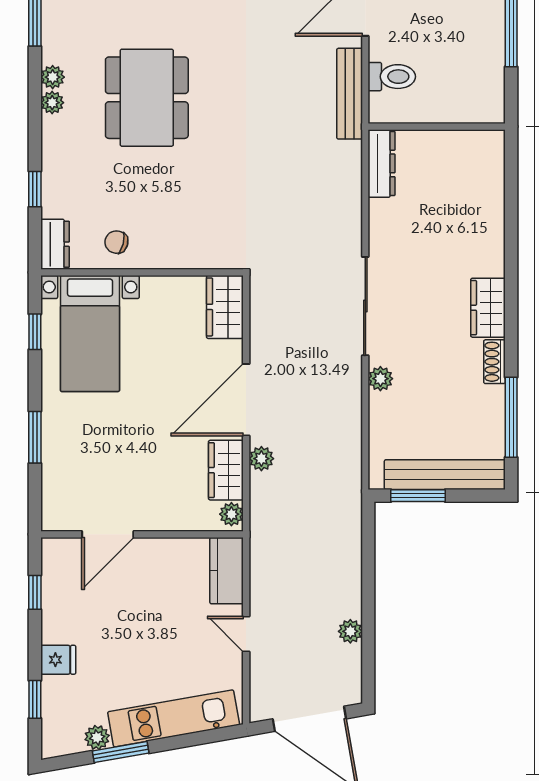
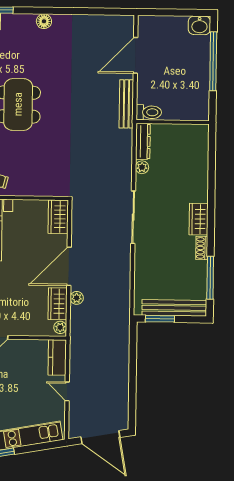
toilet: (392, 77) -> (149, 112), moved
plant: (380, 379) -> (142, 167), moved
plant: (350, 631) -> (123, 391), removed

